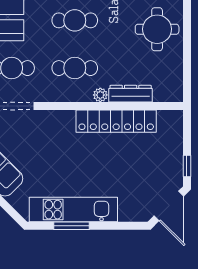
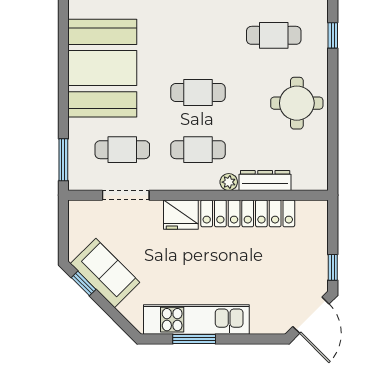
fridge: (60, 122) -> (181, 215), added

